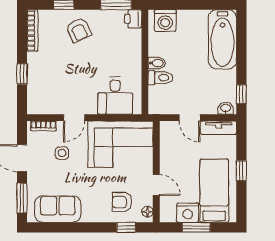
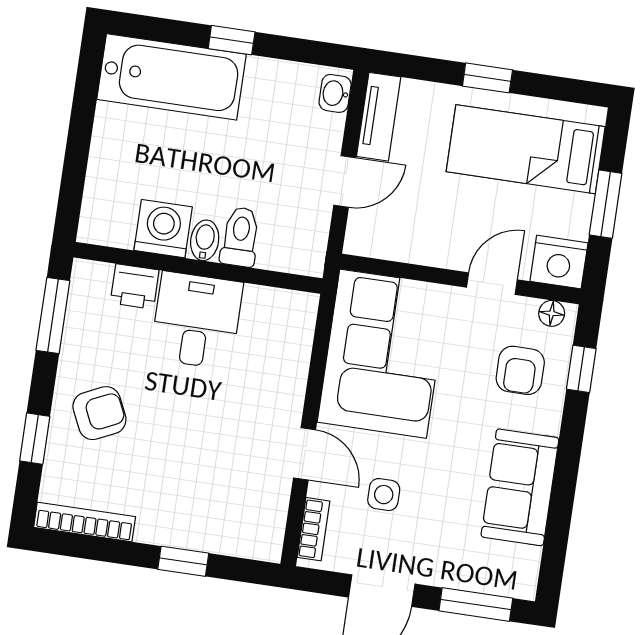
printer: (133, 19) -> (135, 286), moved
washing machine: (165, 20) -> (163, 229), moved, turned -90
window: (241, 94) -> (232, 40), moved
desk: (115, 96) -> (197, 320), moved, turned -90
sofa: (58, 209) -> (520, 487), moved
nightstand: (188, 213) -> (559, 262), moved, turned 90

